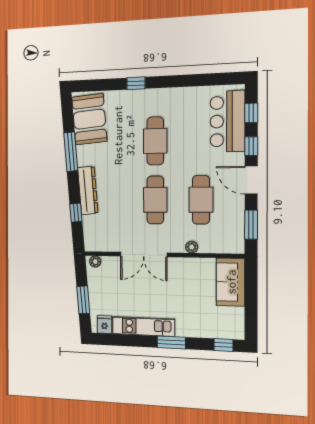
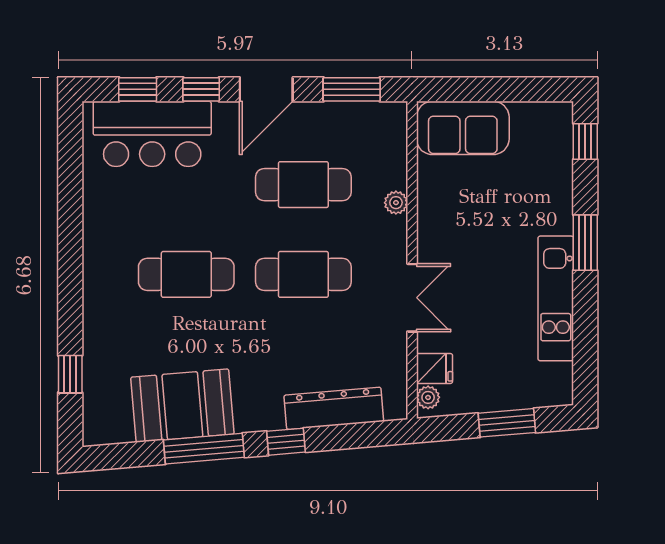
window: (136, 83) -> (70, 374), moved
booth: (89, 119) -> (182, 406), moved
dresser: (88, 190) -> (334, 408), moved
window: (76, 213) -> (286, 442), moved
double door: (144, 254) -> (412, 298), width x0.73
fridge: (104, 325) -> (434, 368), moved, turned 180

